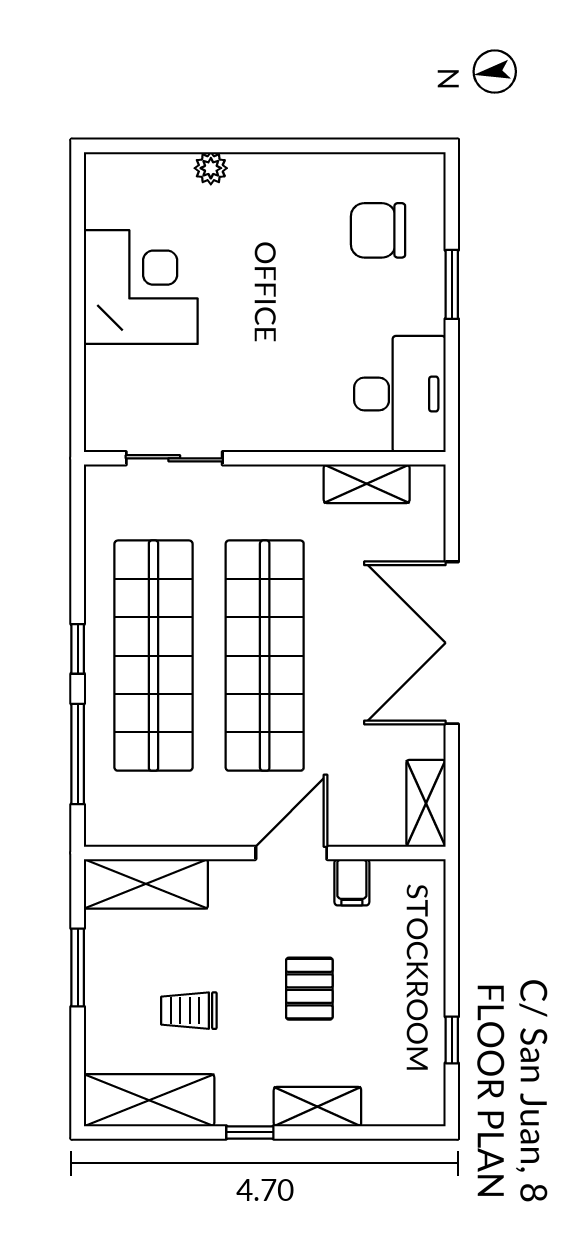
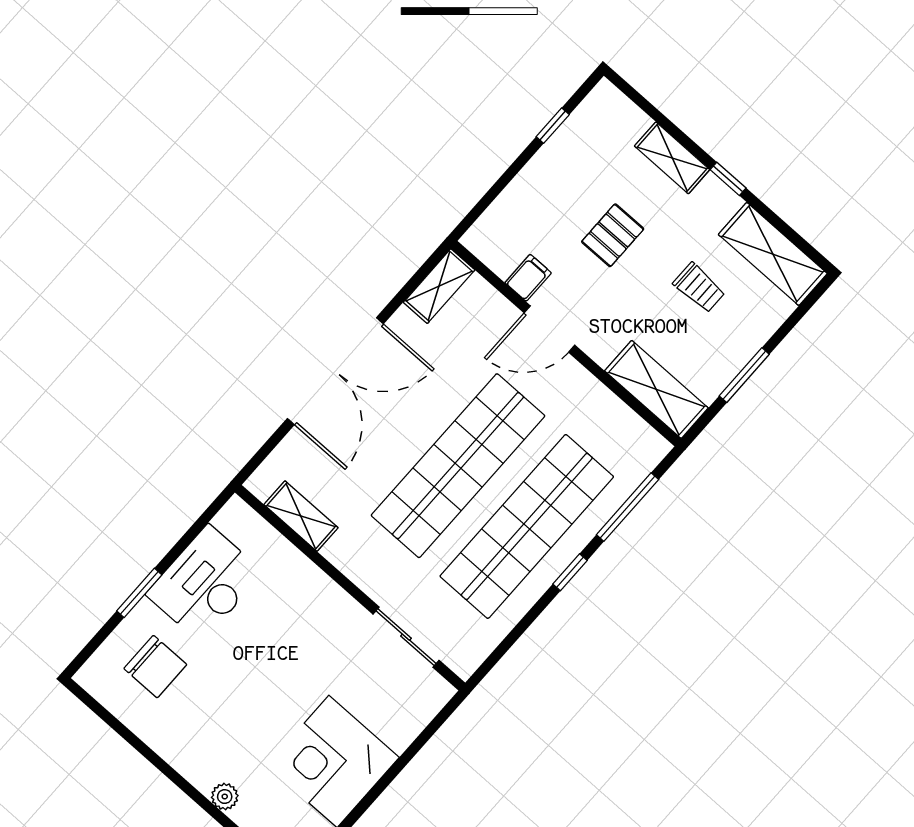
desk: (400, 394) -> (205, 583), moved

